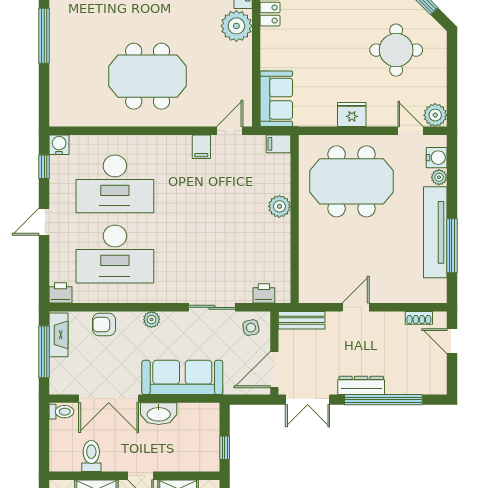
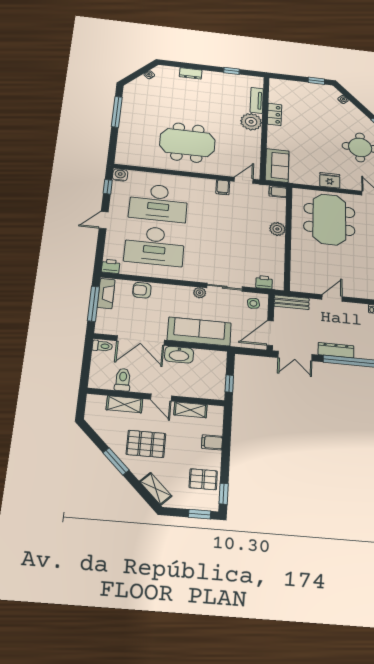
meeting table: (352, 181) -> (329, 219), turned 90
plant: (152, 320) -> (200, 293), moved

